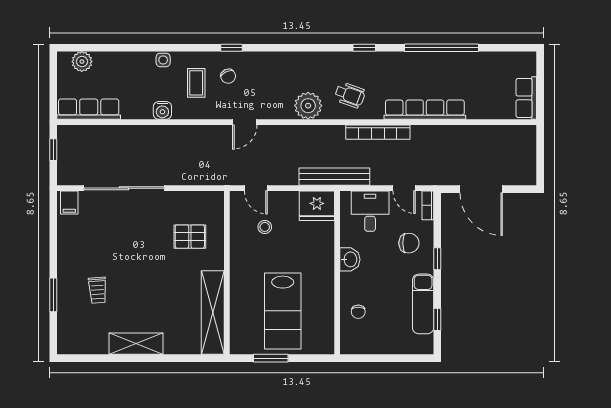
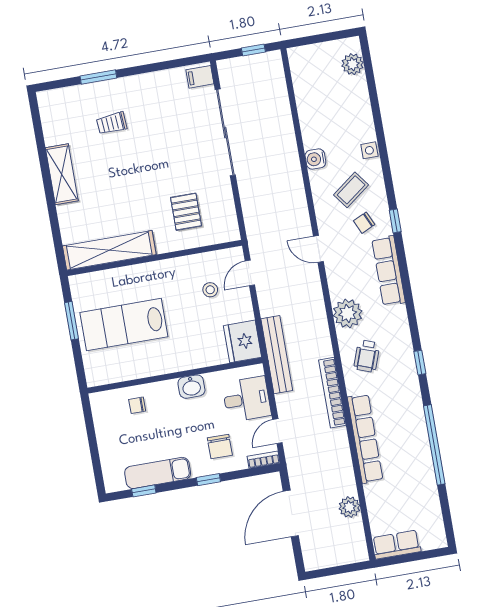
coffee table: (196, 83) -> (351, 190), turned -37
row of seats: (89, 109) -> (389, 271), moved, turned 180
plant: (485, 135) -> (349, 507), added

